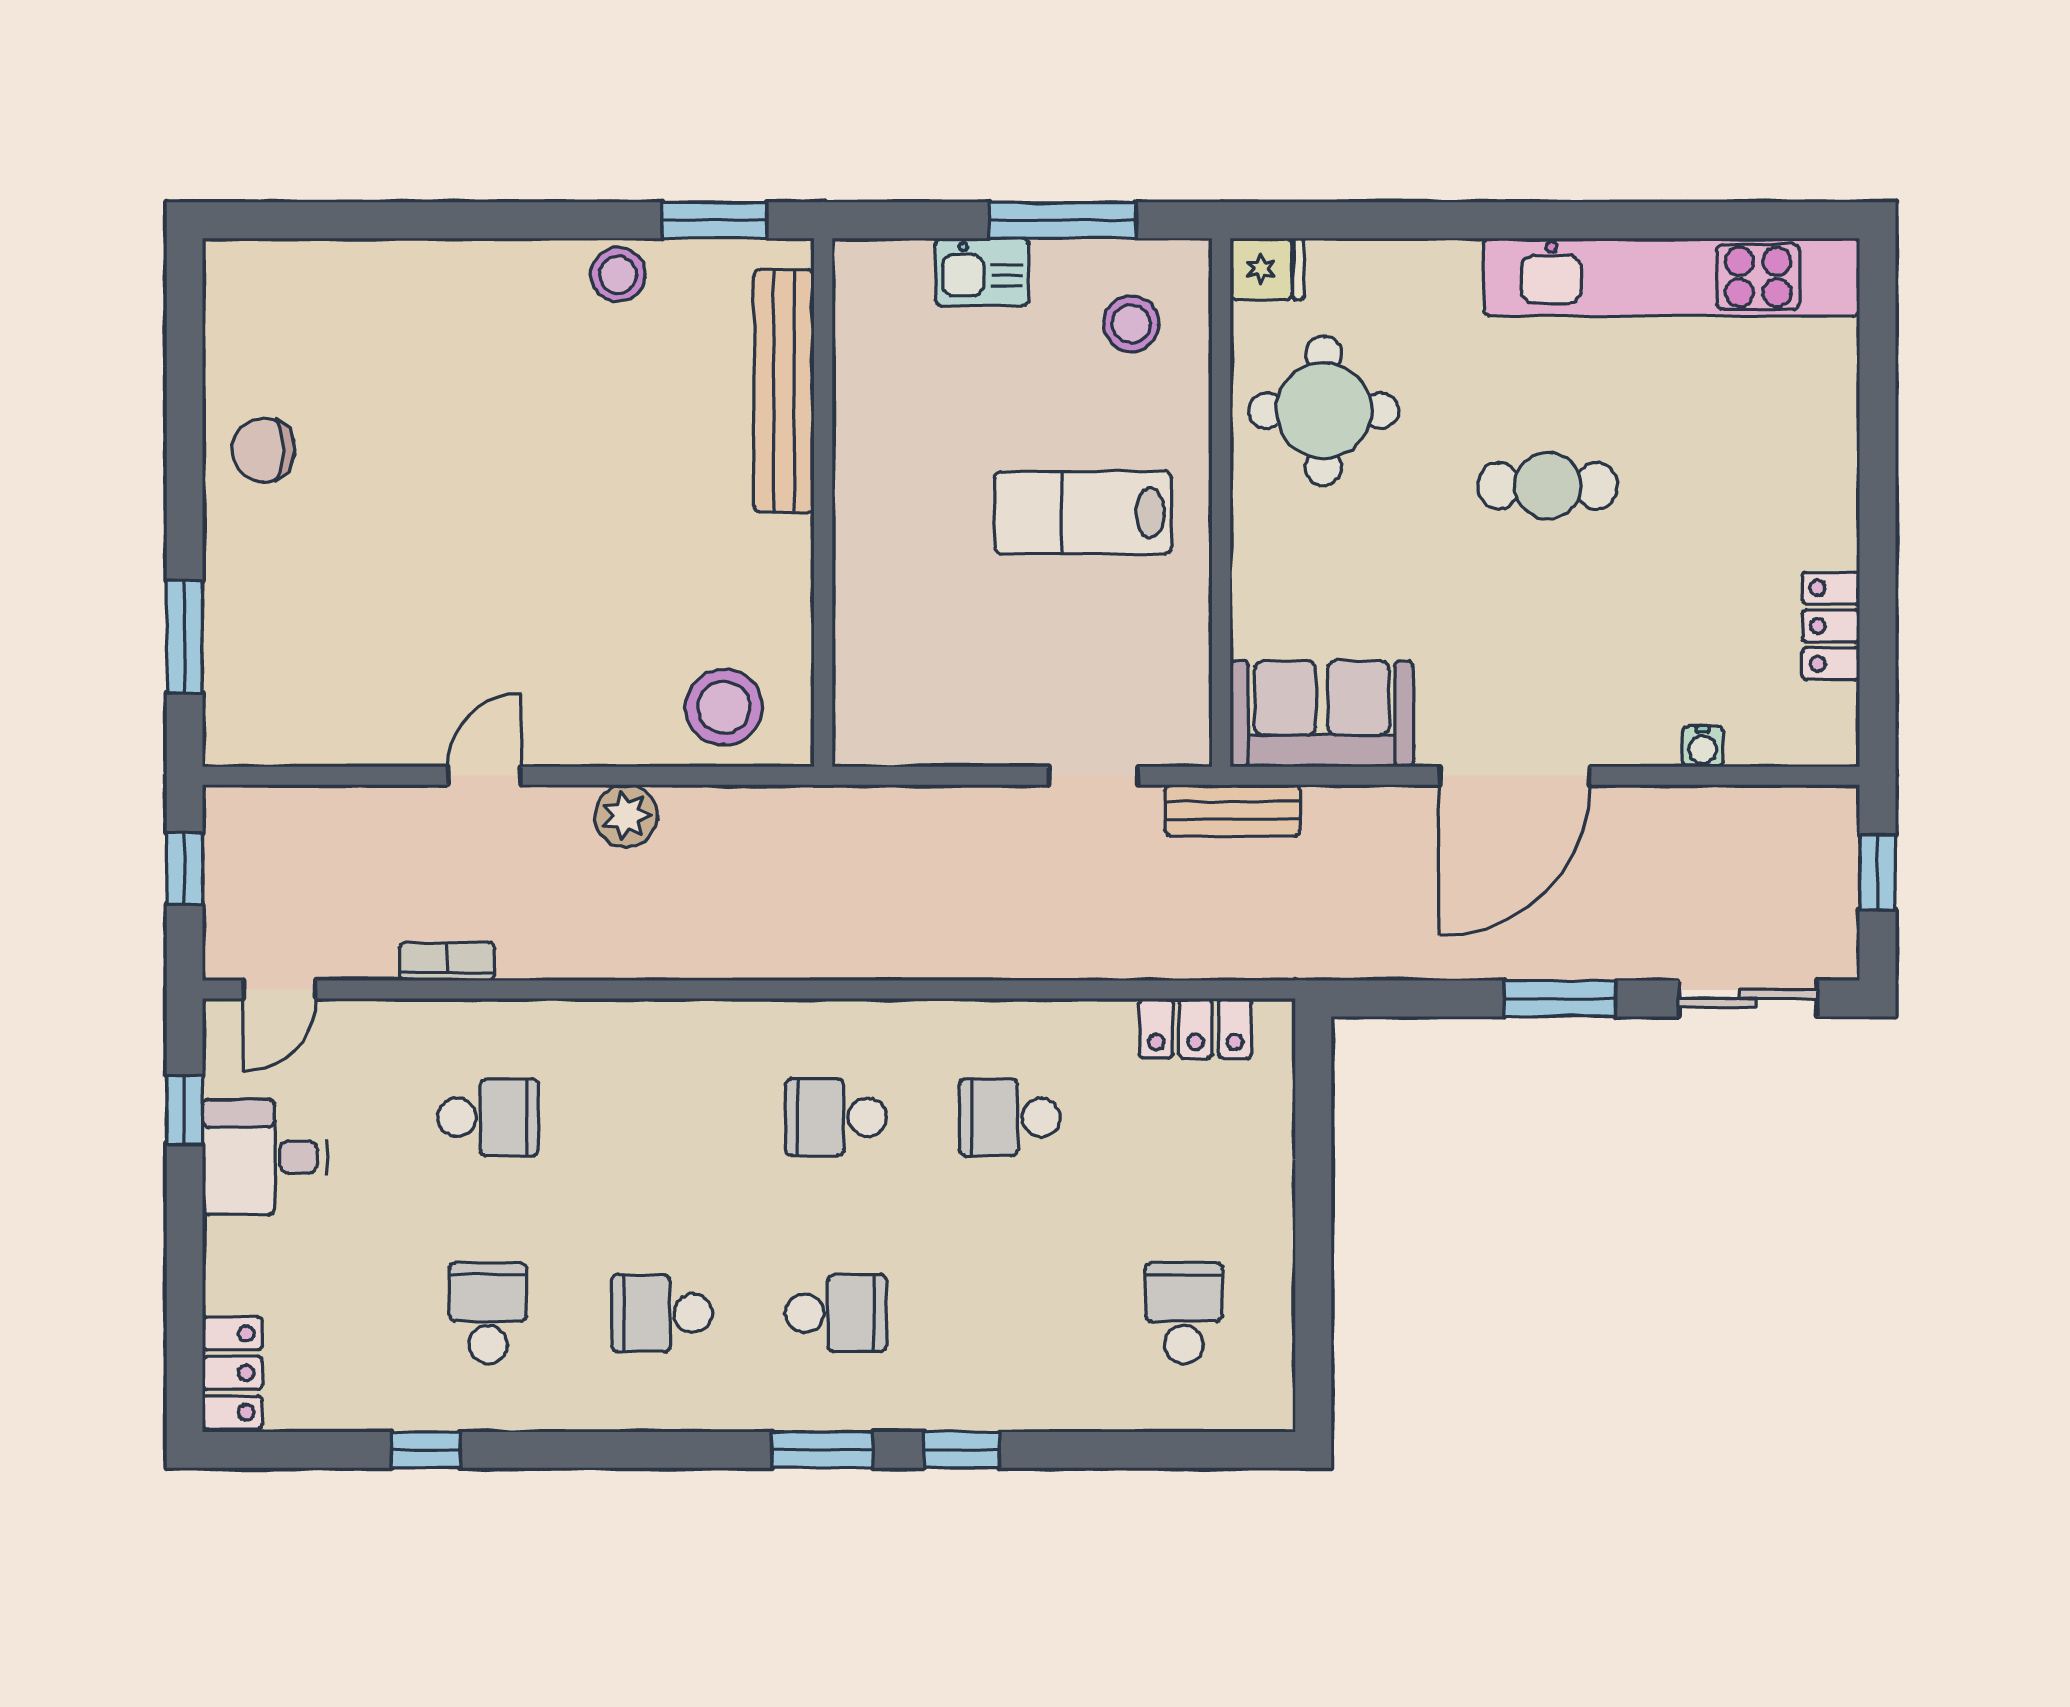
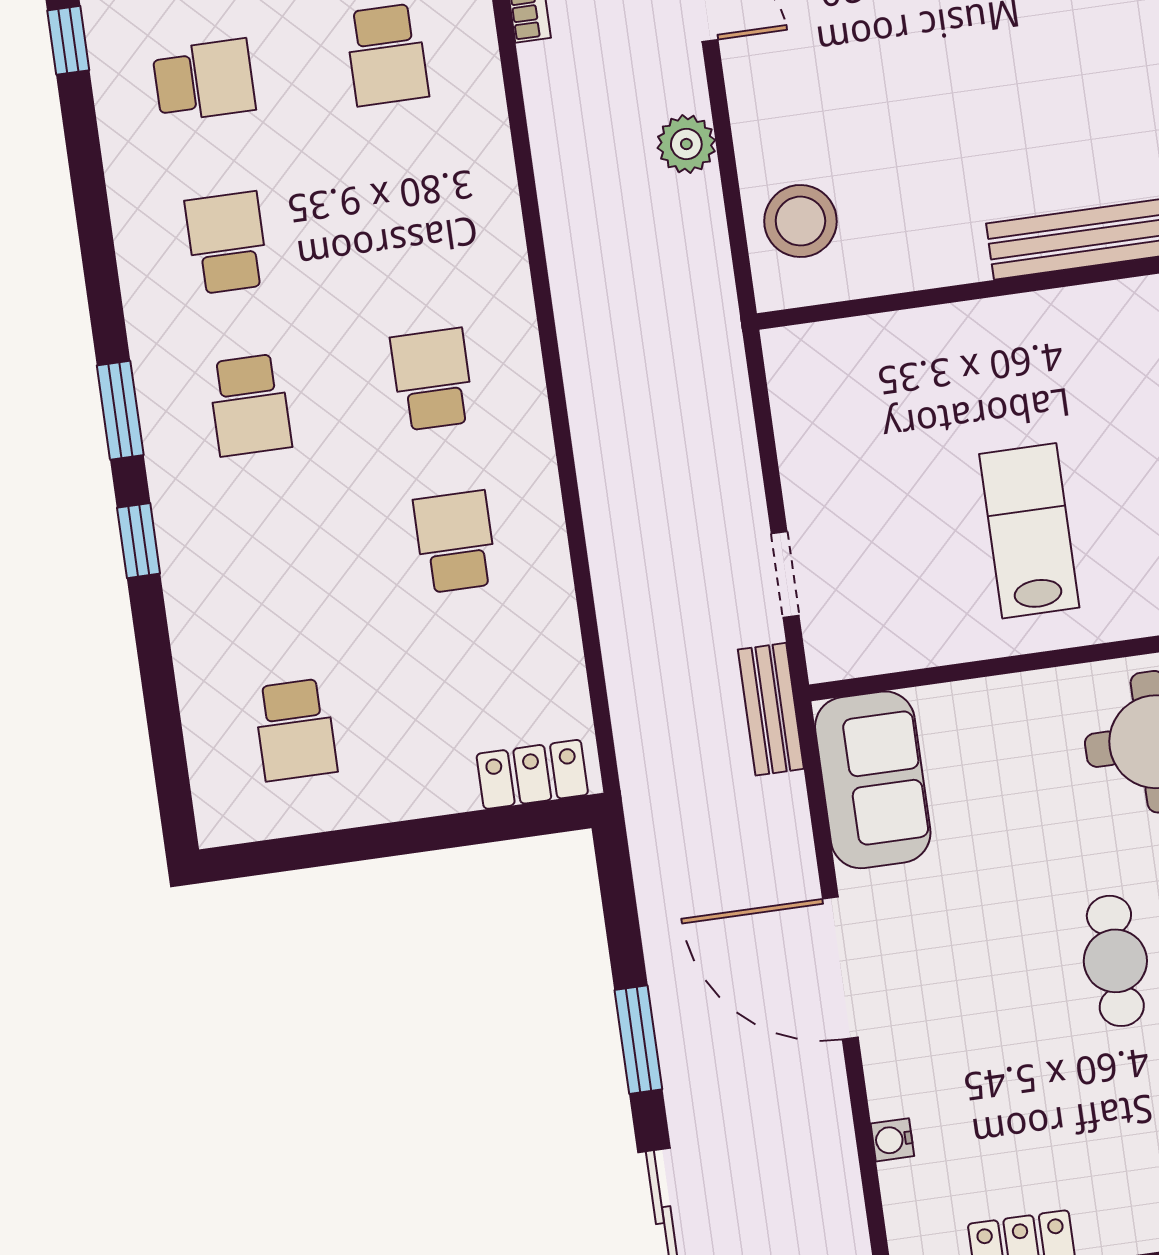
locker: (1196, 1028) -> (532, 774), moved, turned 90
school desk: (1184, 1313) -> (295, 730), turned 90

